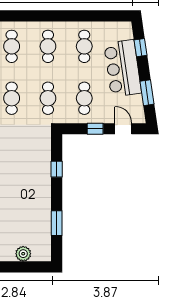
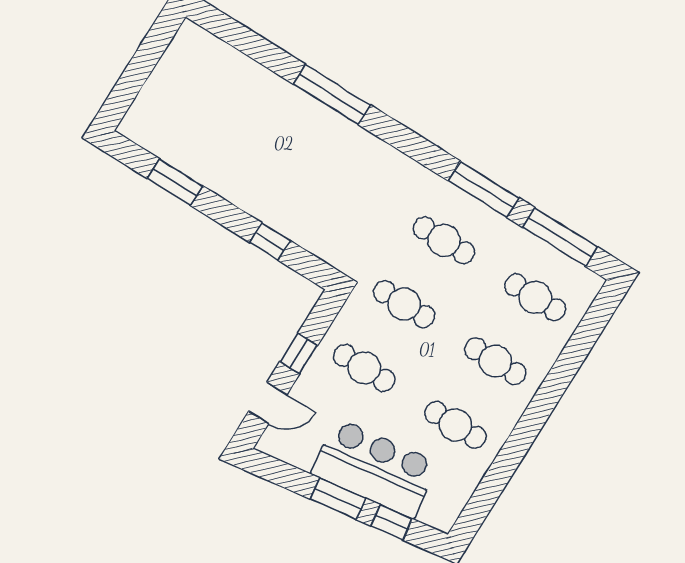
window: (147, 93) -> (338, 499), moved
plant: (23, 254) -> (158, 90), removed

